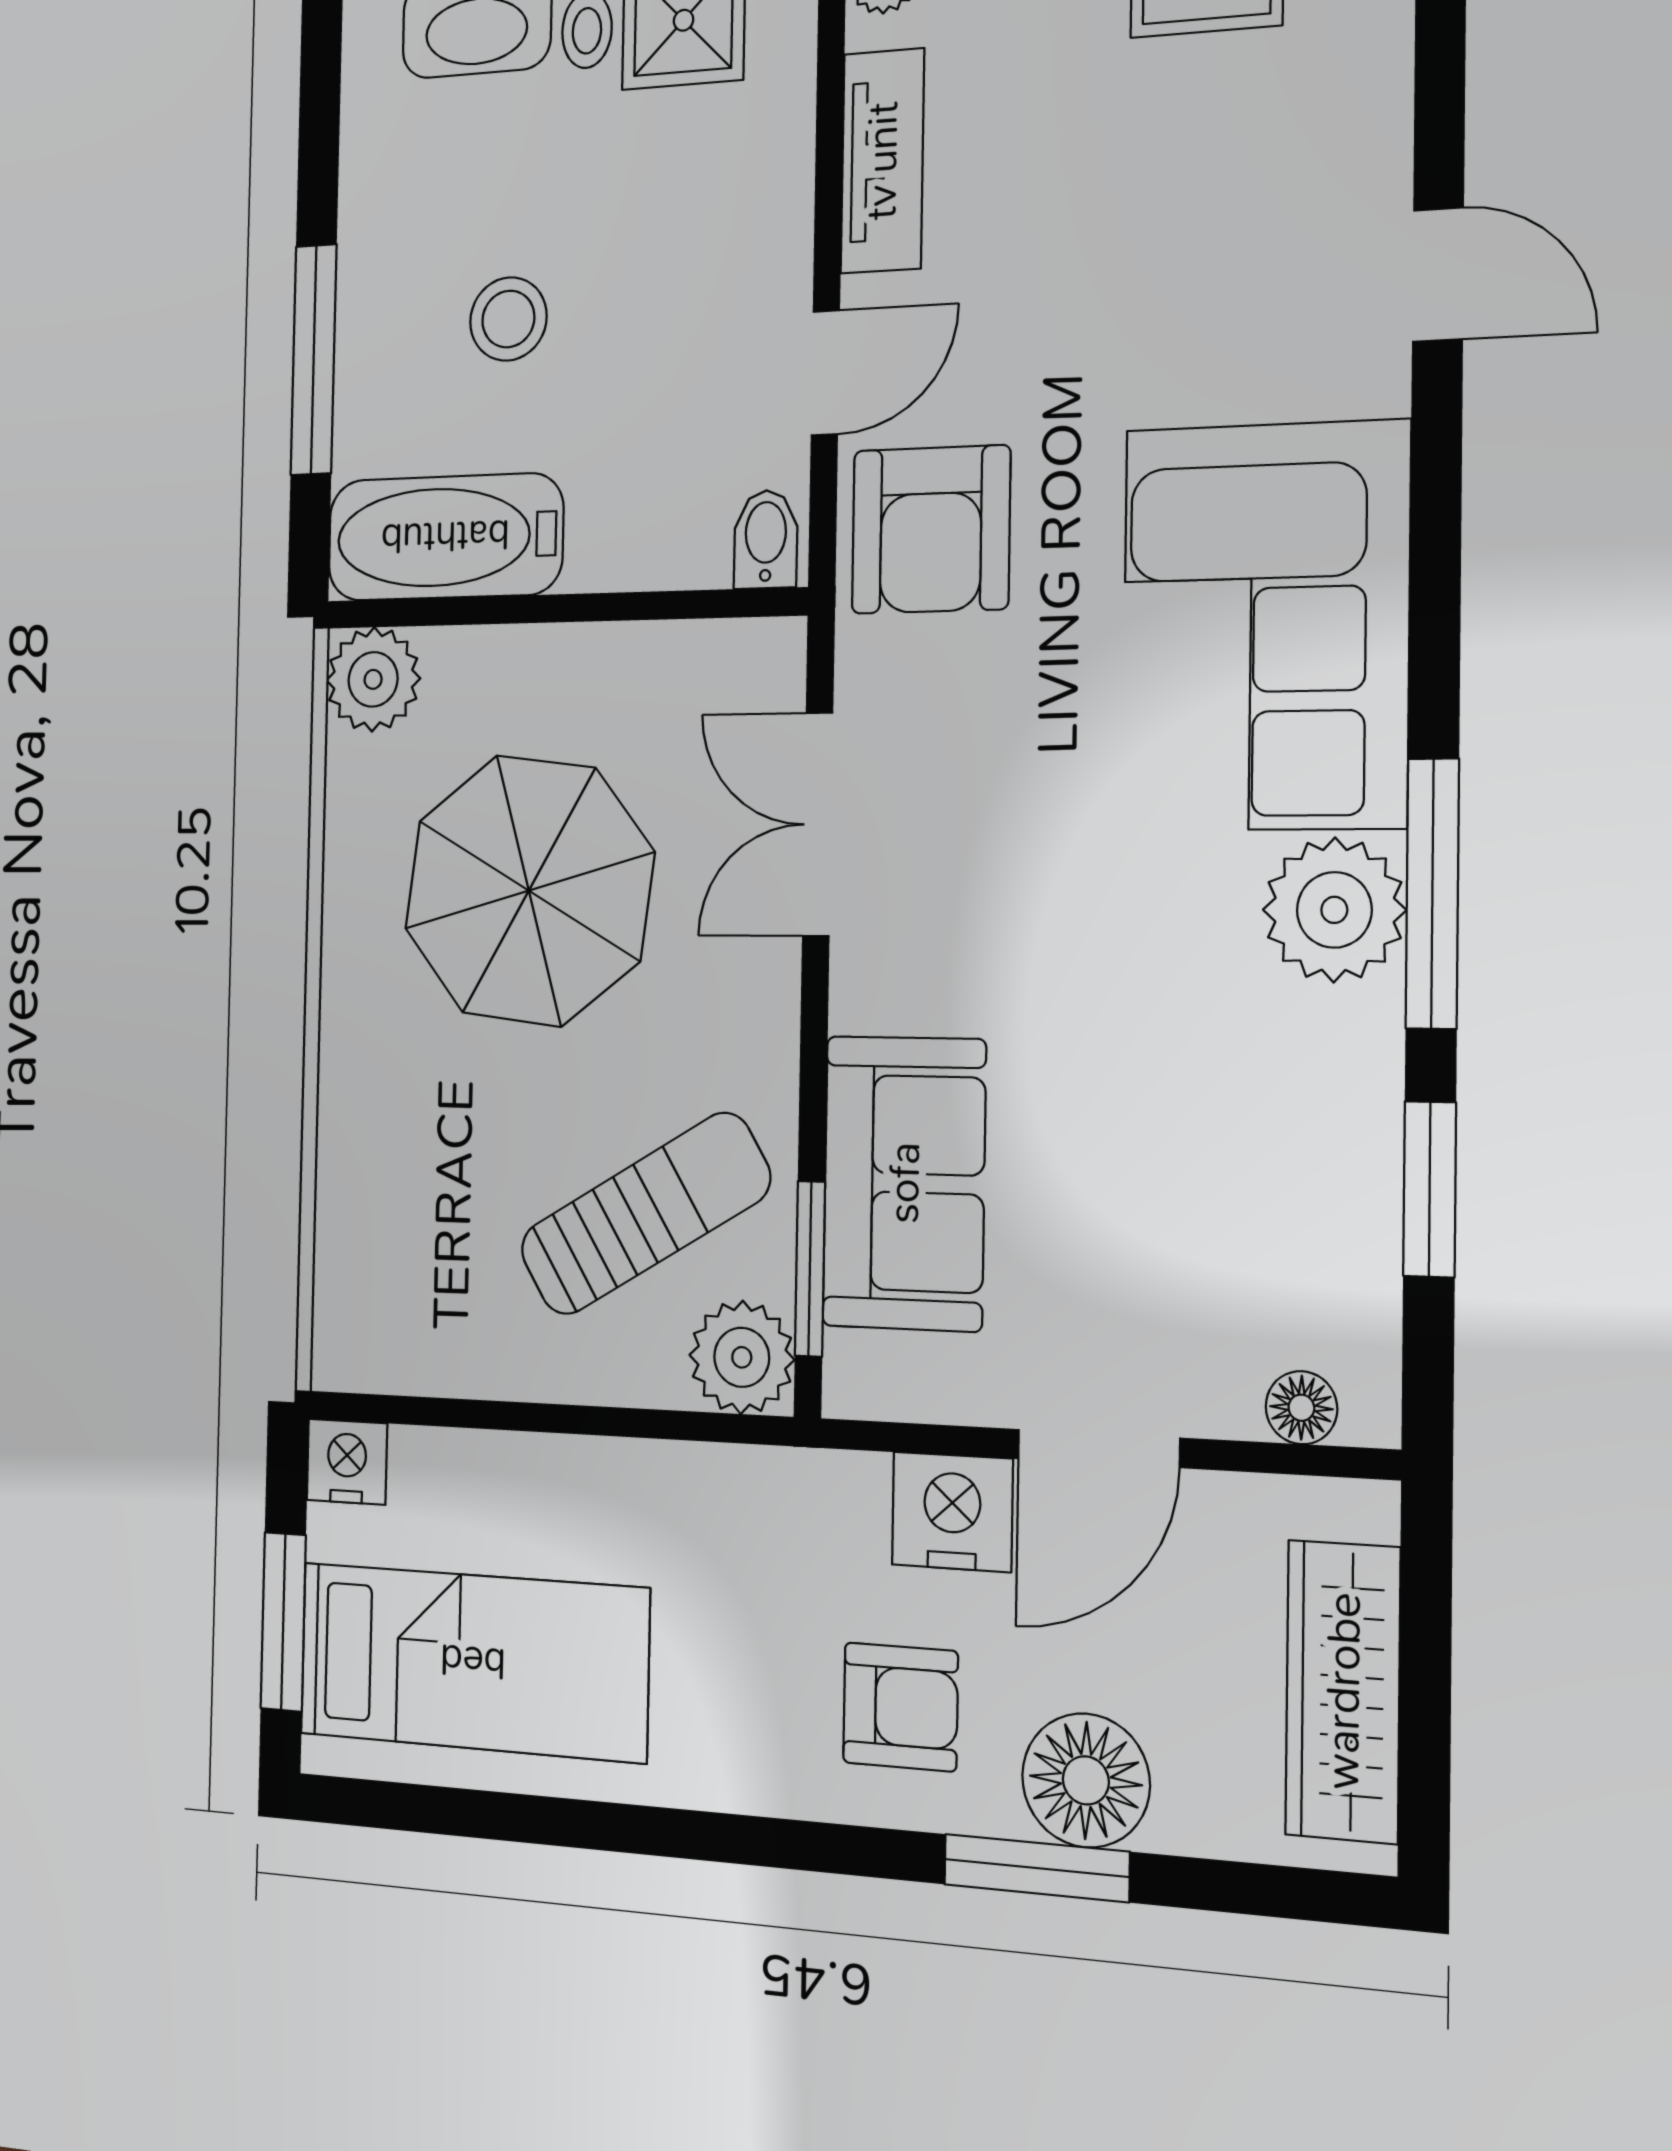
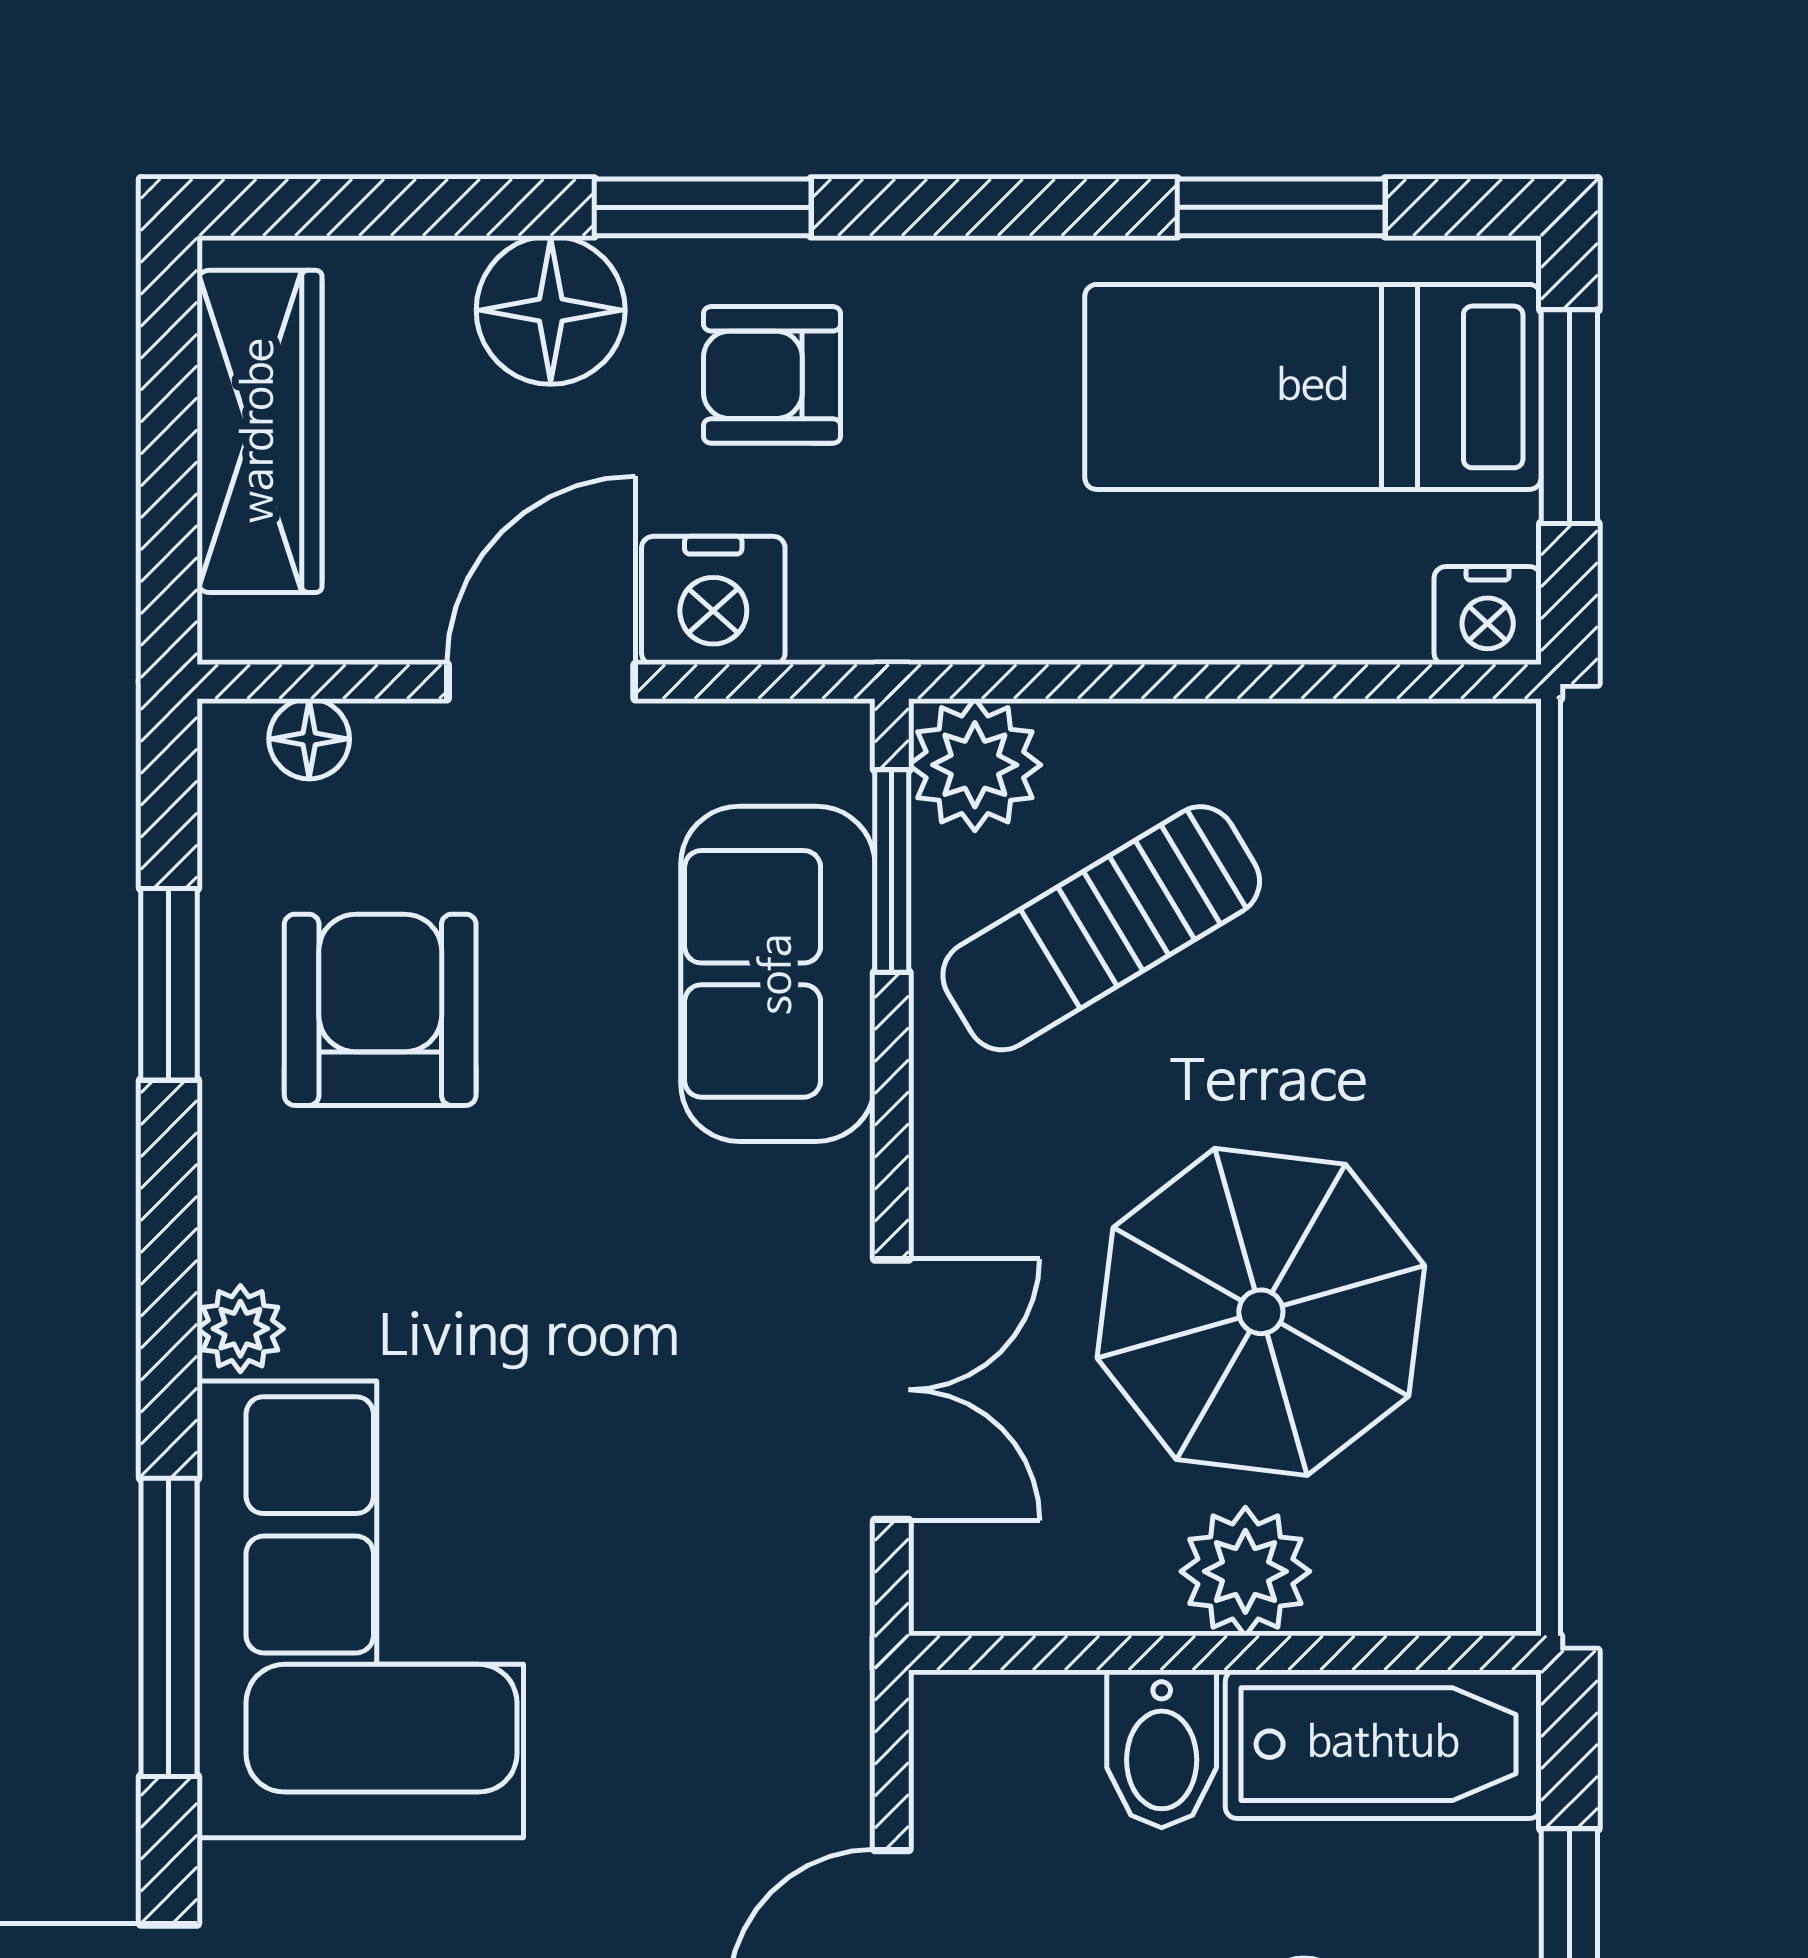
armchair: (931, 530) -> (380, 1010), moved
bidet: (766, 539) -> (1162, 1749), moved, width x1.38, depth x1.36
plant: (373, 679) -> (1245, 1571), moved
window: (1432, 893) -> (169, 1627), moved
plant: (1334, 910) -> (240, 1329), width x0.53, depth x0.53
window: (494, 1816) -> (1281, 207), added
window: (1037, 1868) -> (703, 207), moved

